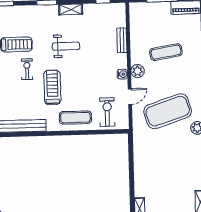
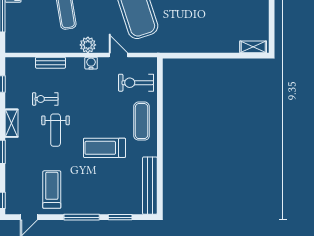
weight bench: (66, 46) -> (56, 130), turned 180
exercise bike: (27, 69) -> (45, 99), moved

